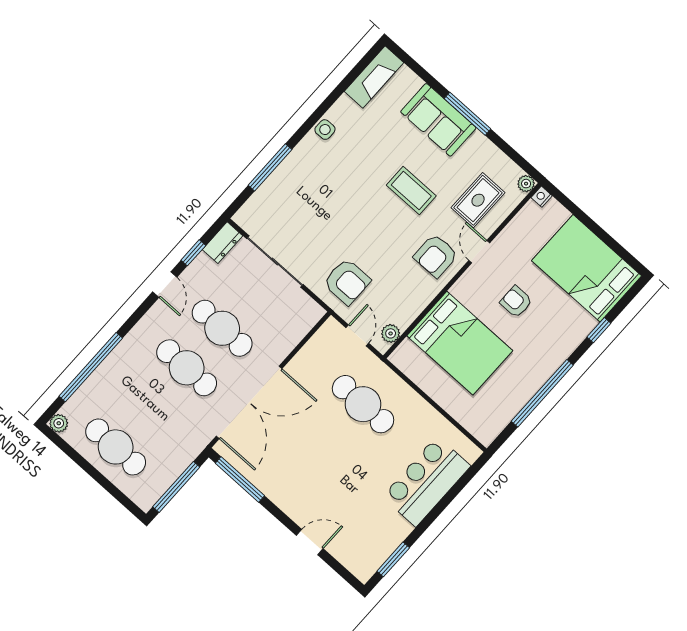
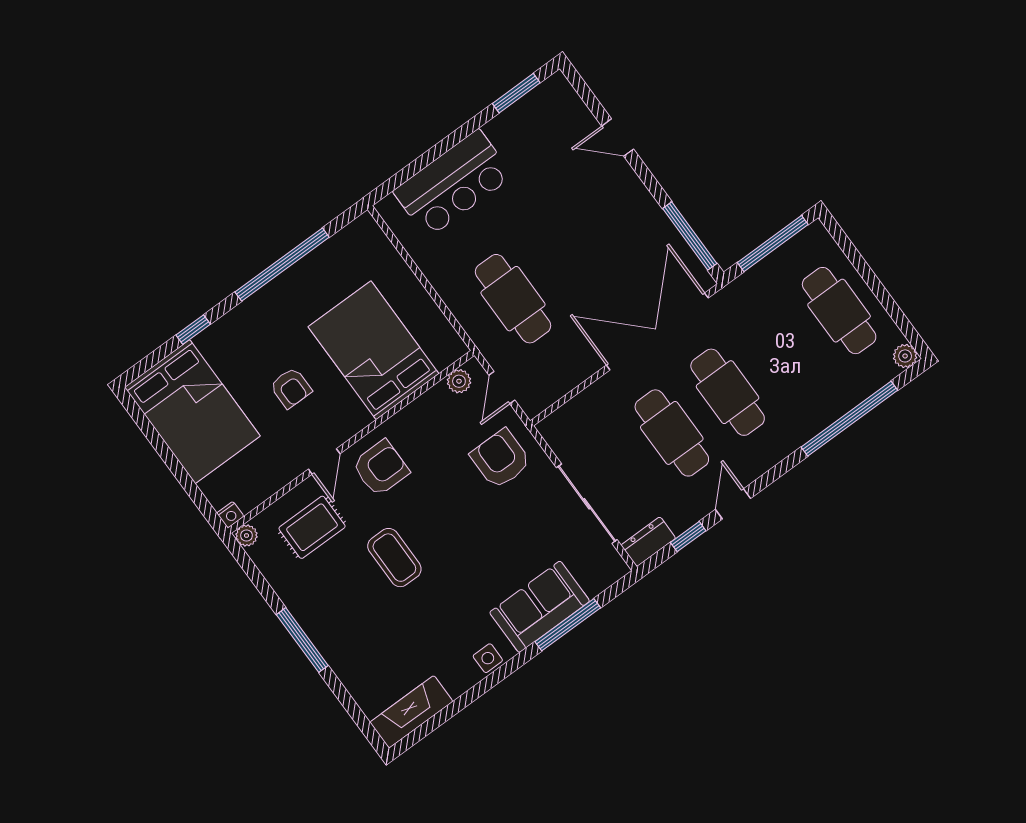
sofa: (438, 120) -> (540, 607), moved, turned -90

